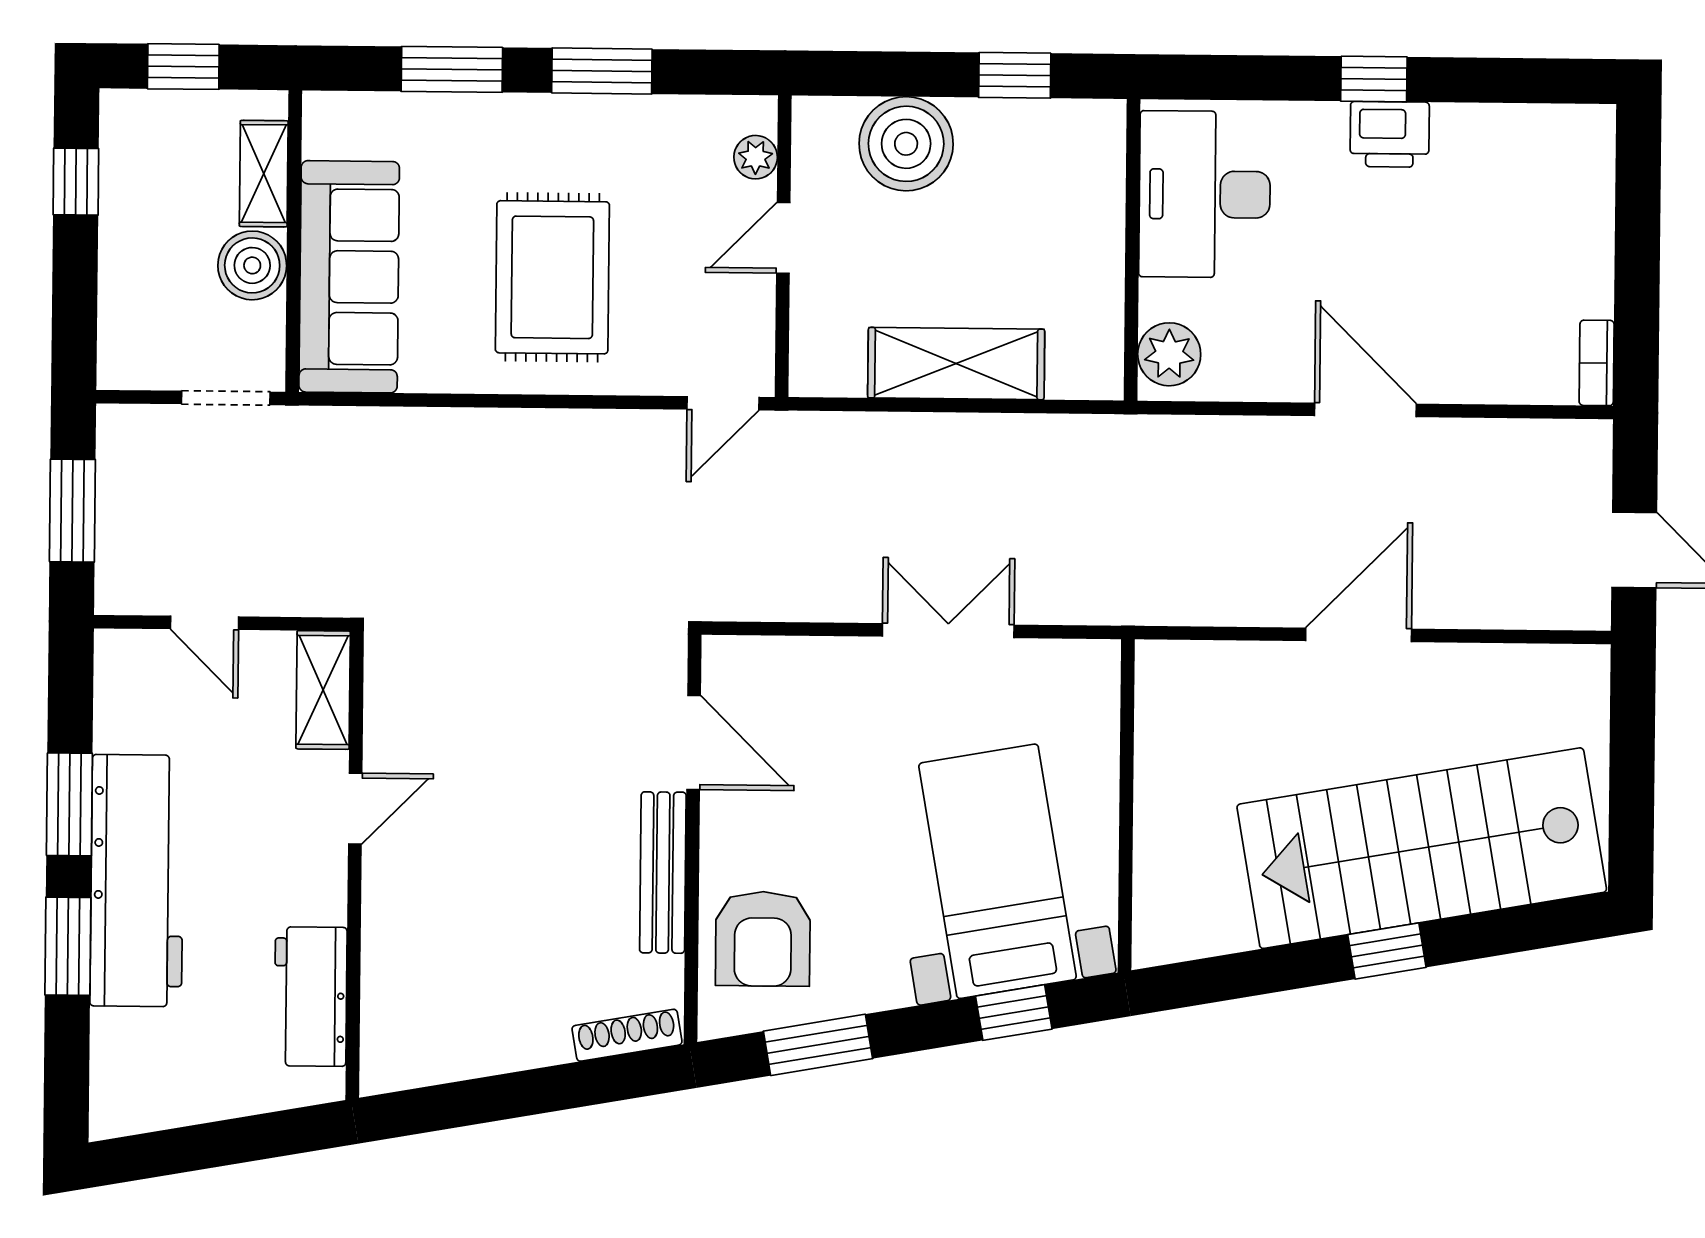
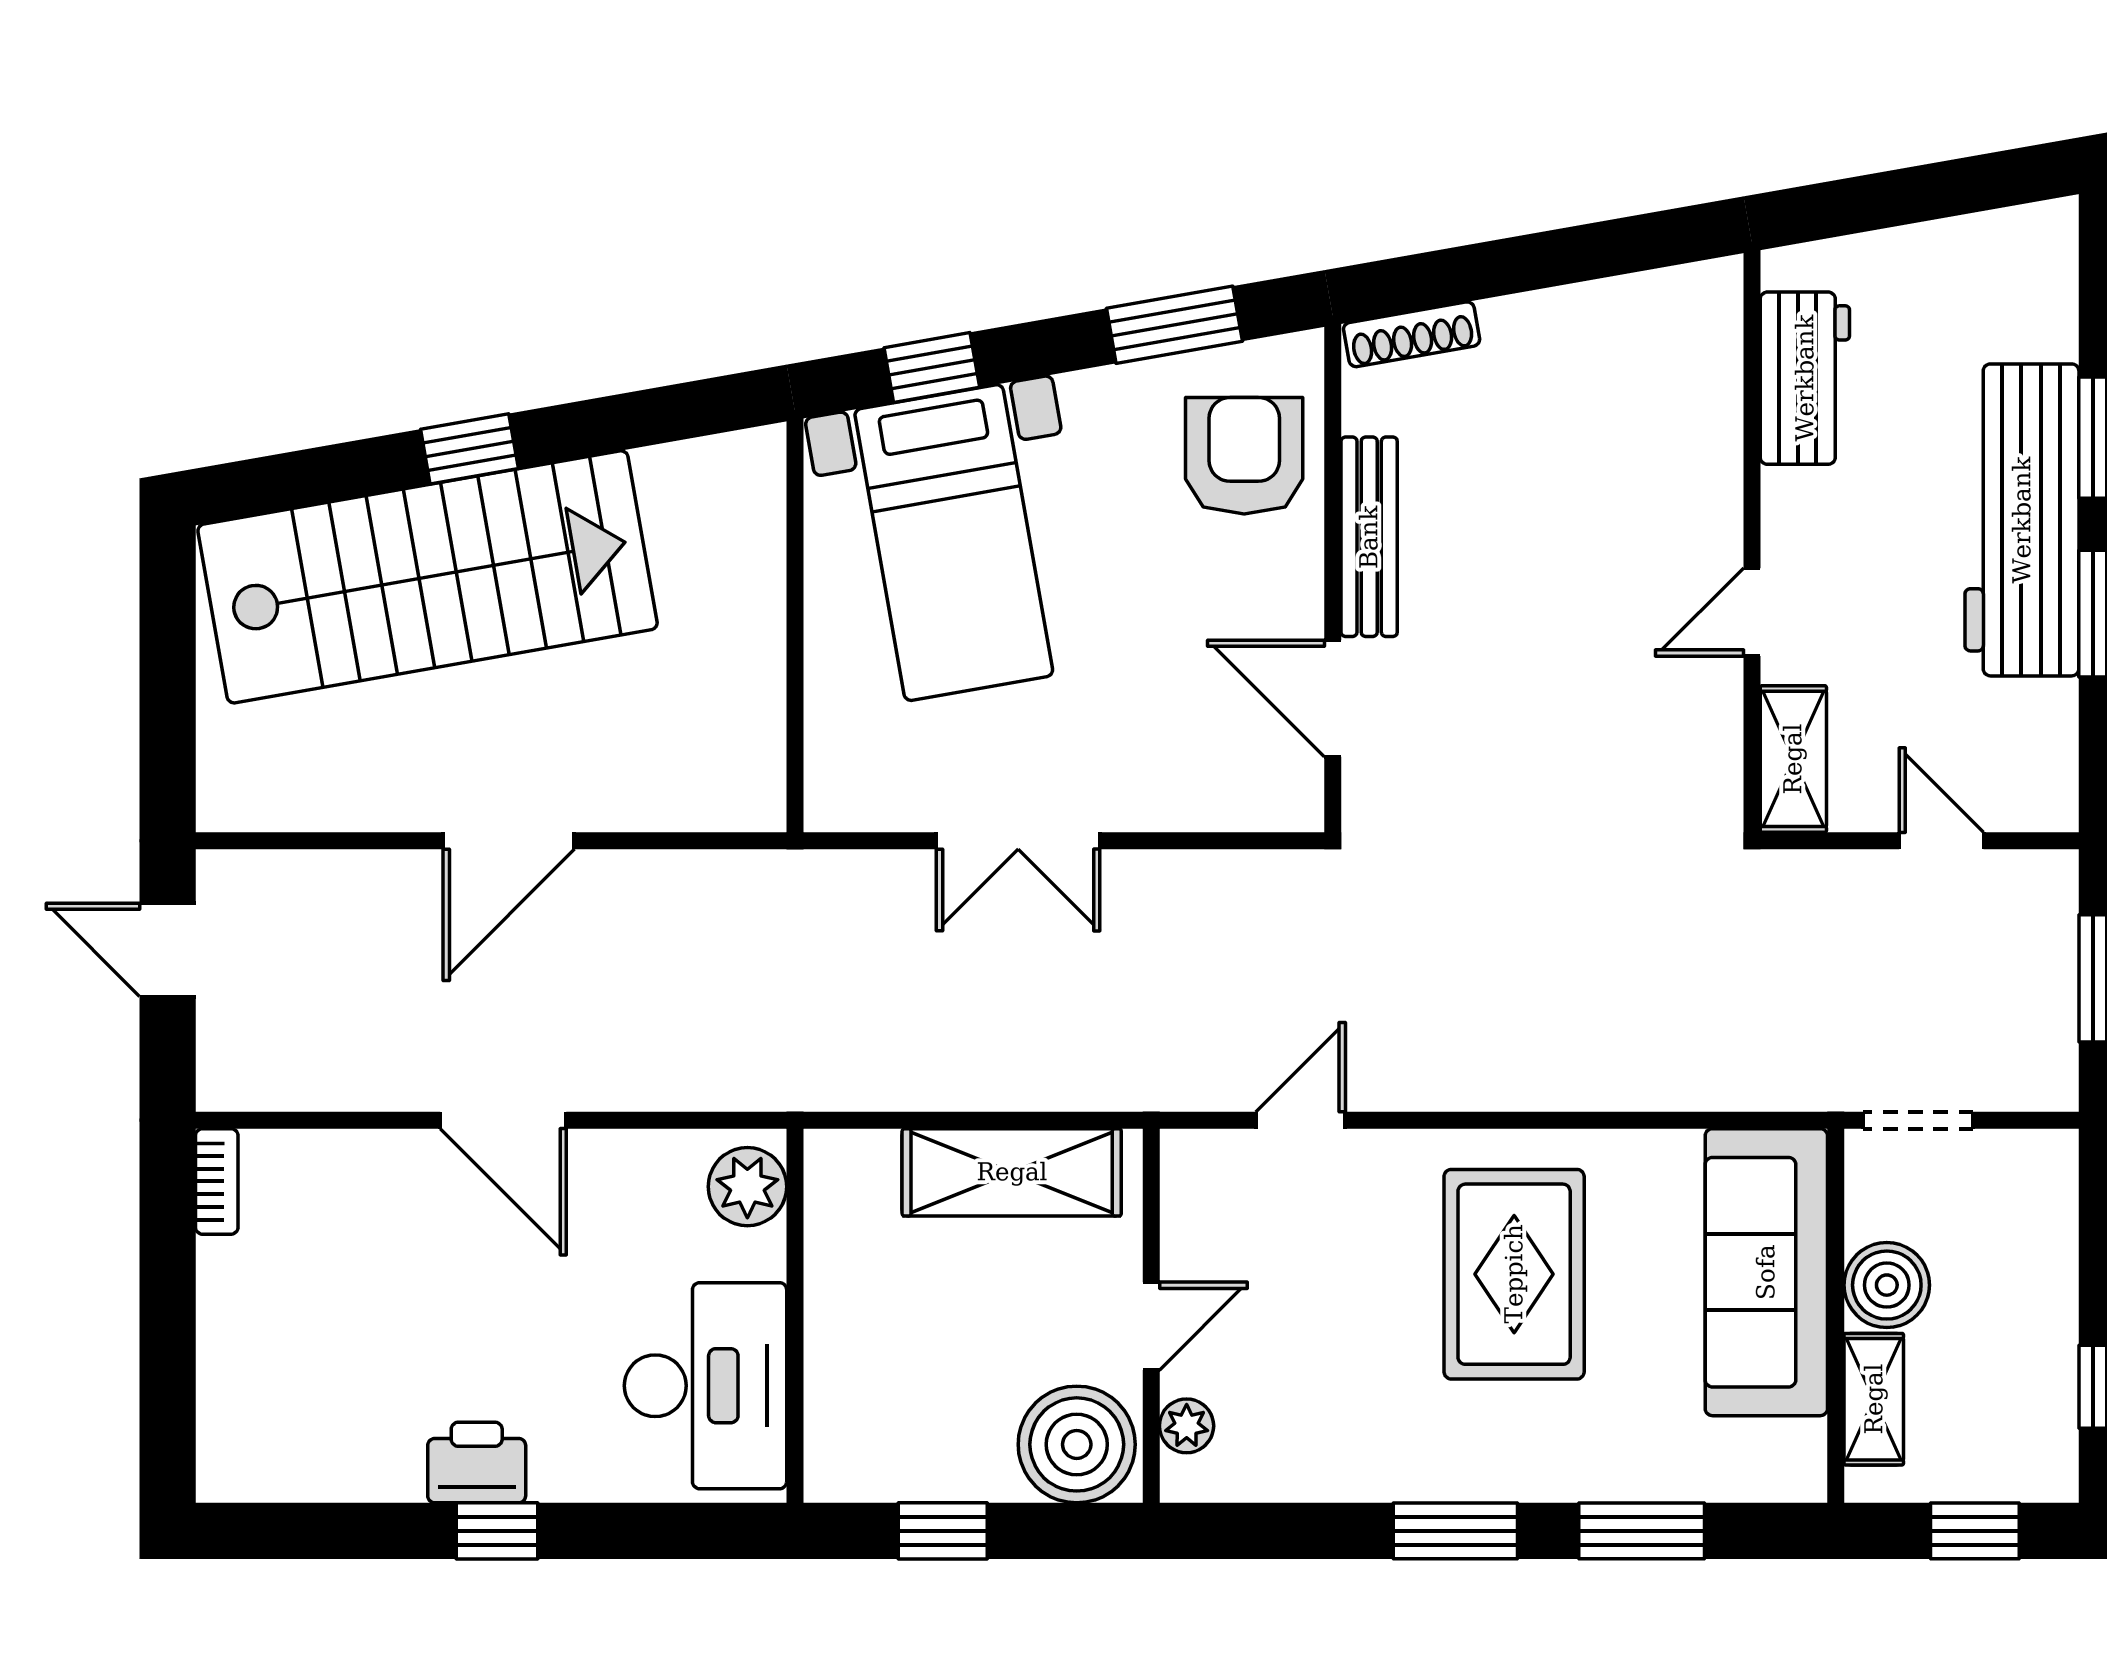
plant: (756, 157) -> (1187, 1426), moved
door: (783, 238) -> (1151, 1326), moved
wall: (783, 246) -> (1151, 1316), moved

